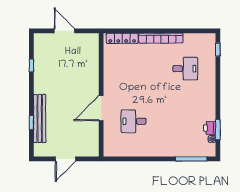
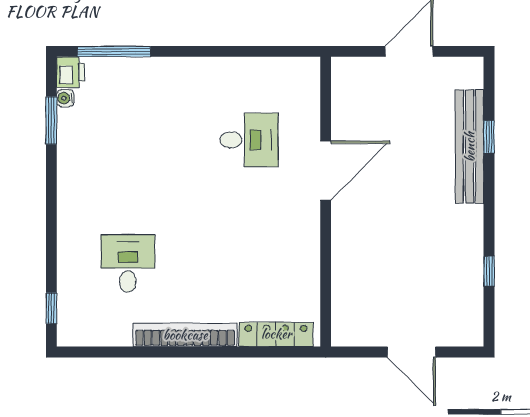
desk: (185, 69) -> (128, 264), turned 90
printer: (210, 128) -> (71, 72), moved

